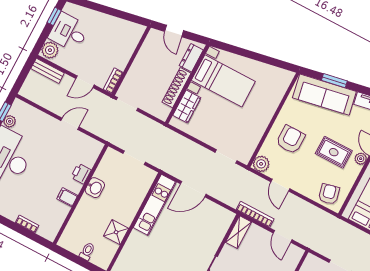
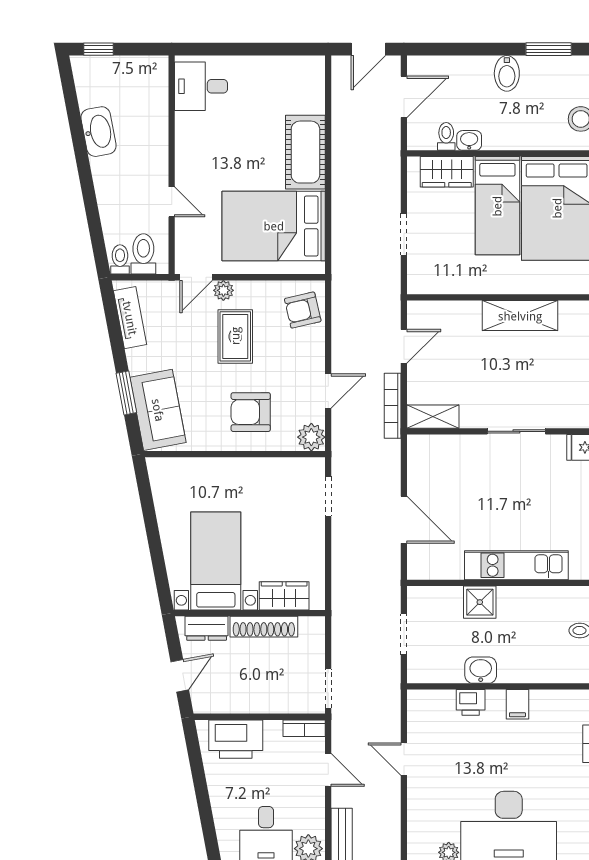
printer: (126, 43) -> (236, 739), added
sofa: (324, 95) -> (158, 410), width x0.73
kitchen unit: (155, 205) -> (516, 565), moved
shower: (116, 232) -> (480, 602), moved

